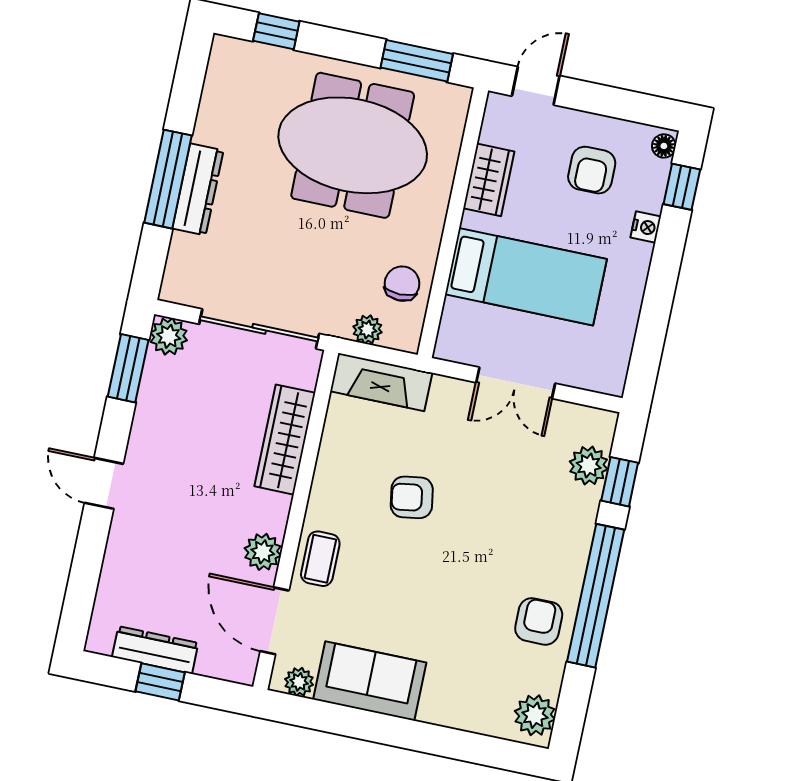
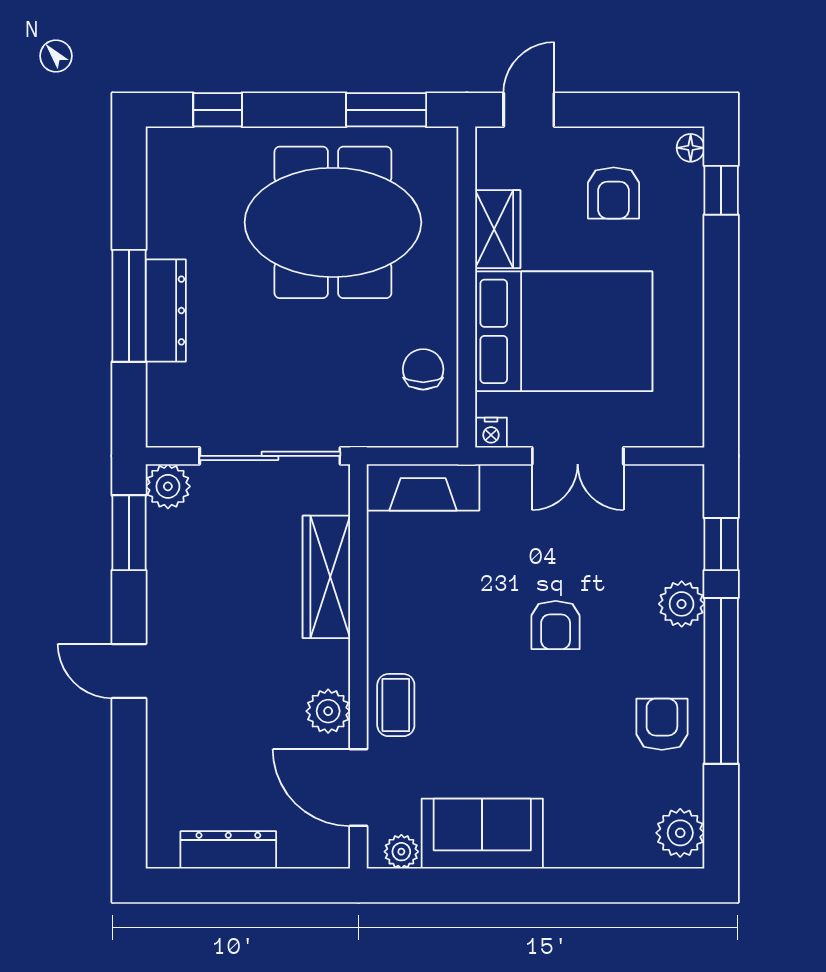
nightstand: (646, 227) -> (491, 433), moved, turned 90
bed: (526, 277) -> (564, 331), width x1.50
plant: (368, 329) -> (395, 430), removed
plant: (589, 465) -> (682, 604), moved
armchair: (412, 497) -> (556, 625), moved, turned -81
window: (160, 682) -> (242, 885), removed

